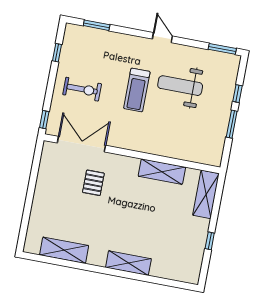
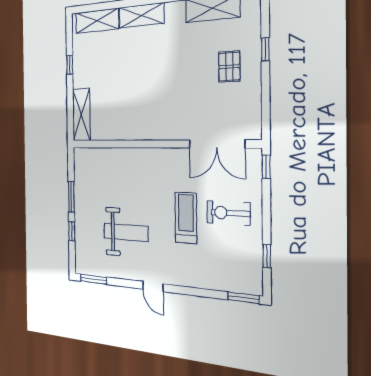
window: (97, 25) -> (243, 298), moved
treadmill: (137, 90) -> (186, 218), moved
shelving: (162, 172) -> (97, 21), moved
pallet: (93, 183) -> (229, 67), moved
window: (28, 207) -> (265, 49), added

